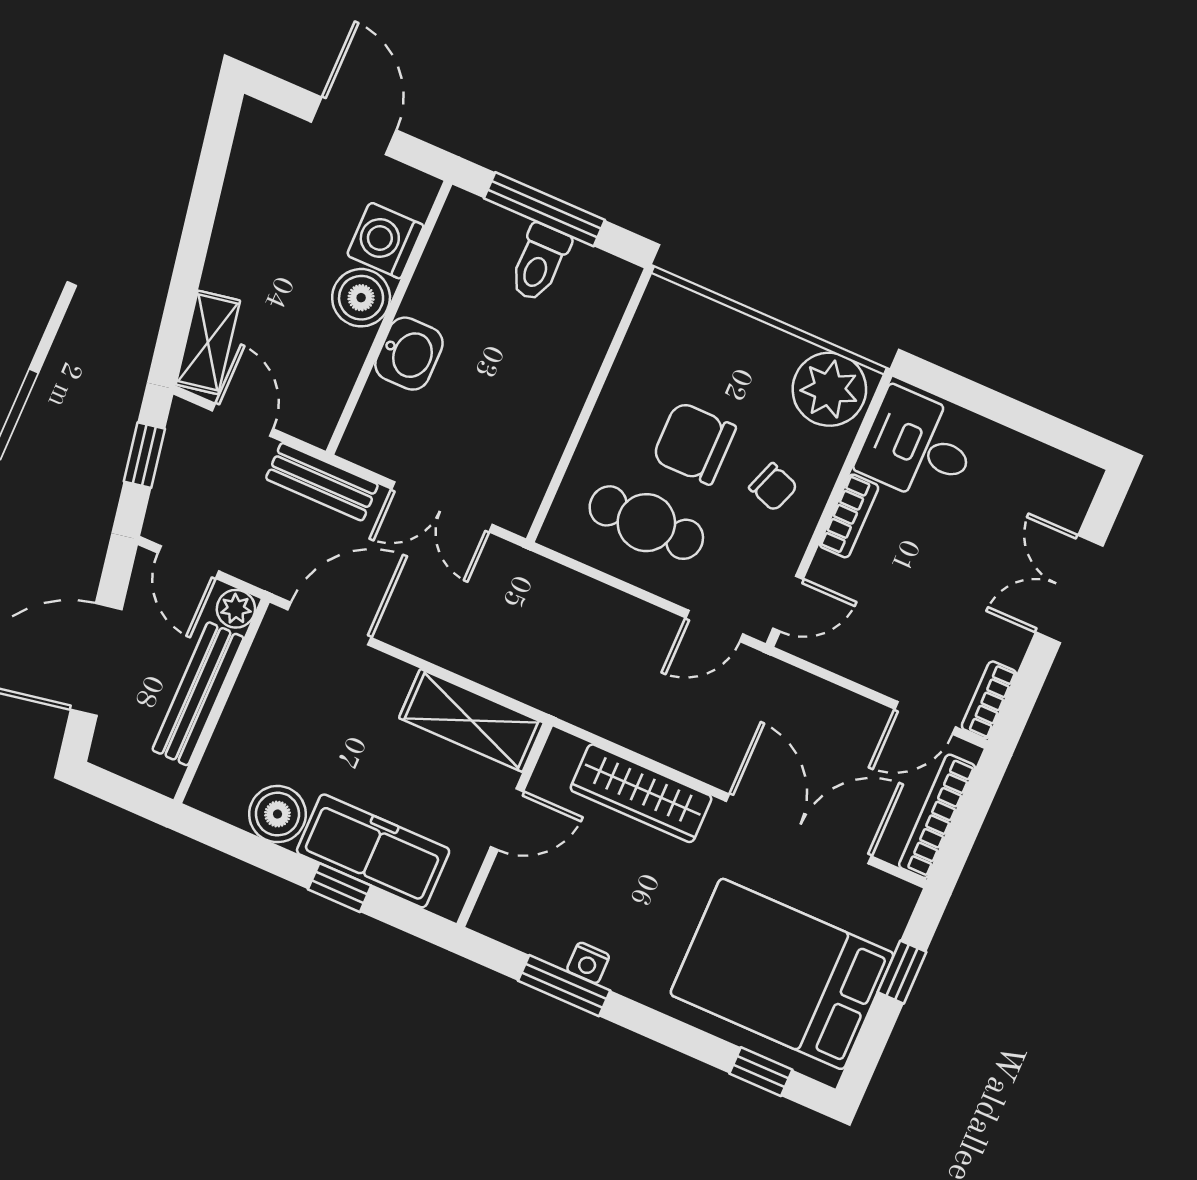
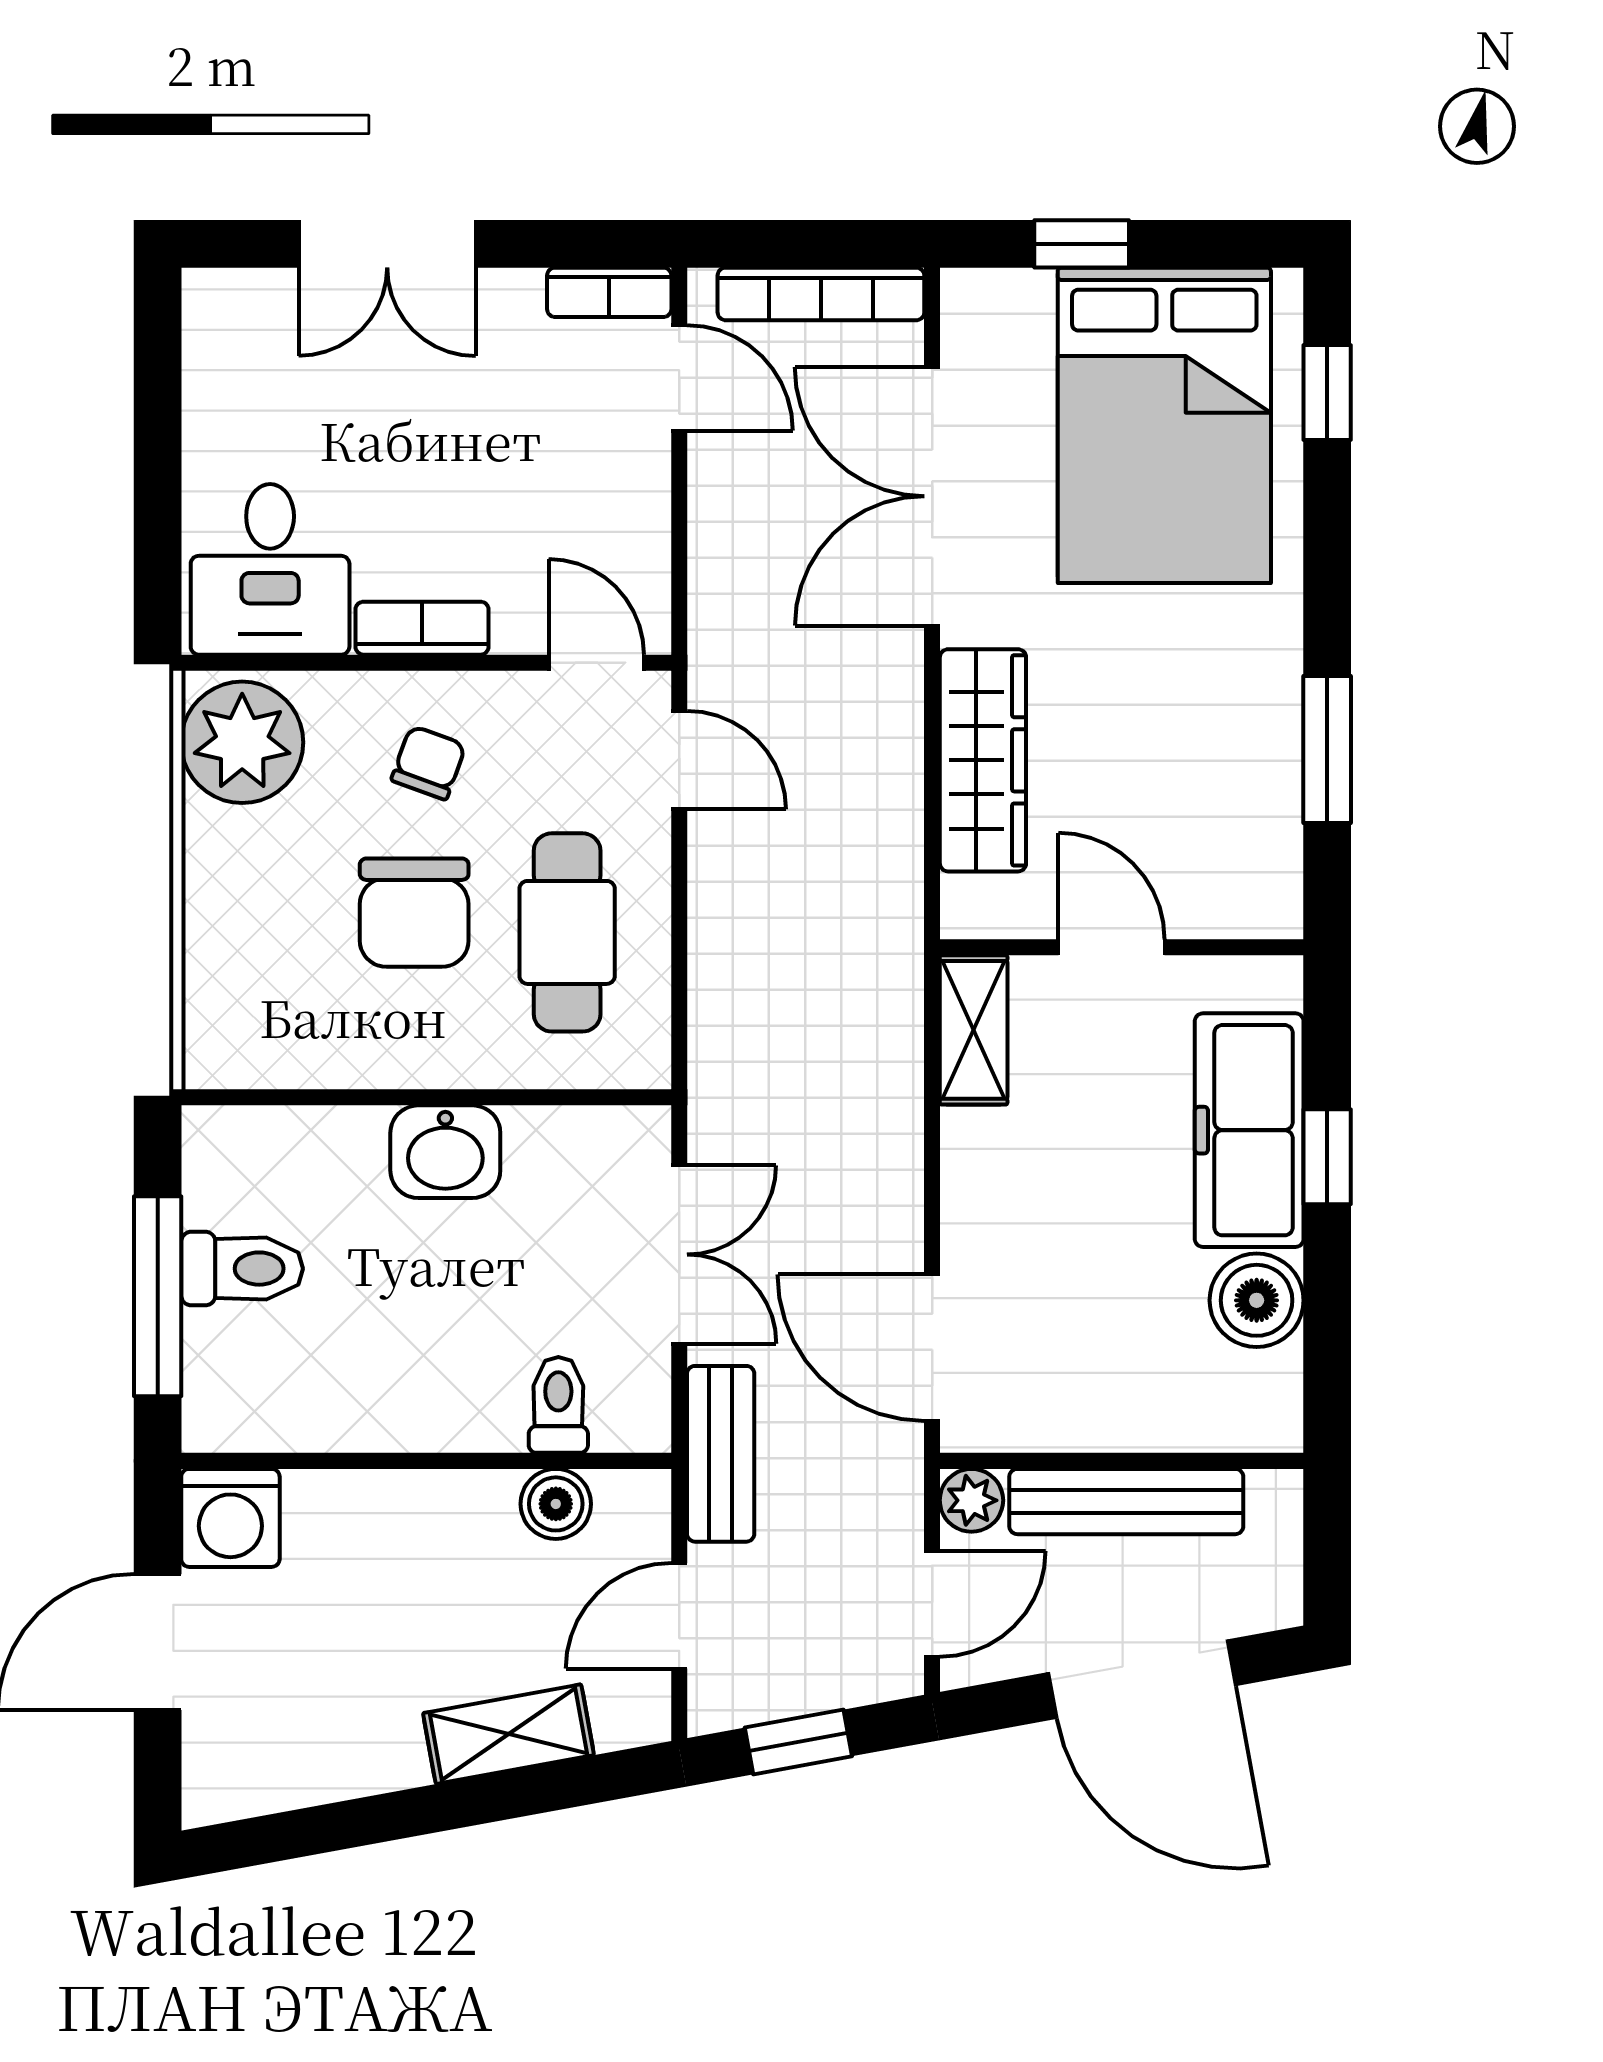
washing machine: (385, 240) -> (230, 1518), moved
boiler: (361, 298) -> (556, 1504), moved, width x0.73, depth x0.73
shelving: (208, 342) -> (508, 1734), moved
washbasin: (409, 354) -> (445, 1152), moved, turned 180
toilet: (388, 404) -> (558, 1405), added
shelving: (471, 720) -> (974, 1030), width x0.67, depth x0.75
nightstand: (588, 963) -> (1277, 728), removed

